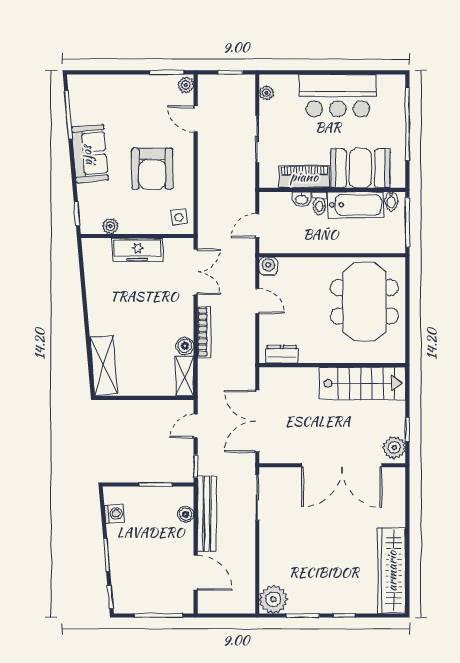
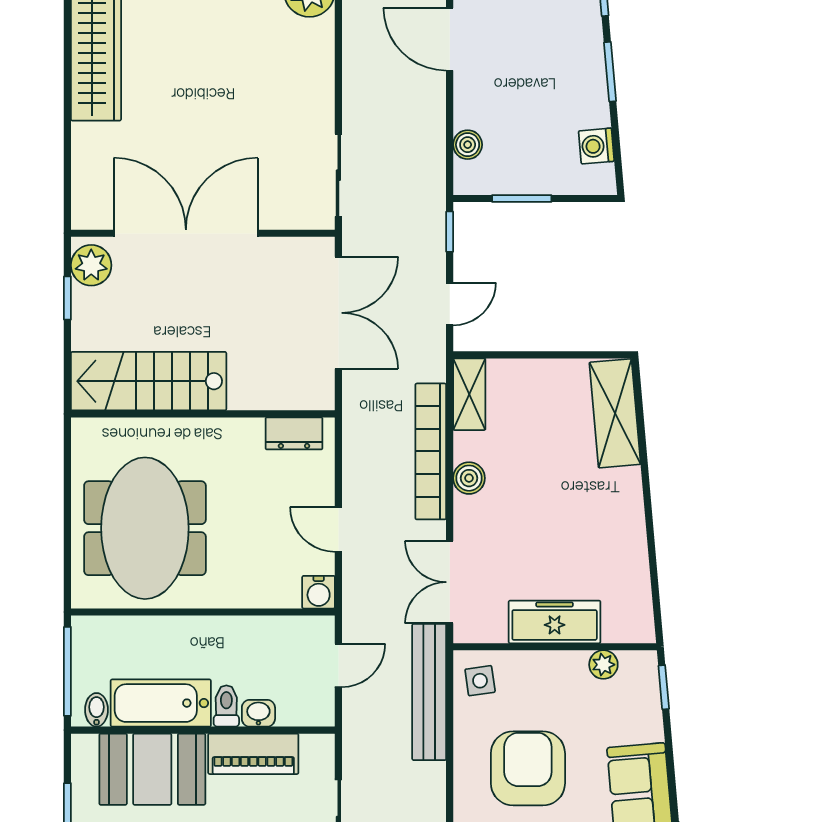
bookcase: (204, 332) -> (431, 451), width x1.48, depth x1.31
boiler: (185, 346) -> (469, 478), moved
bench: (207, 514) -> (429, 692), moved

